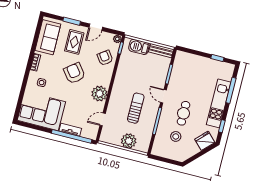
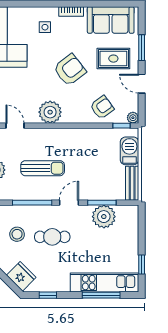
plant: (179, 75) -> (104, 217), added
kitchen unit: (219, 103) -> (104, 283), moved

